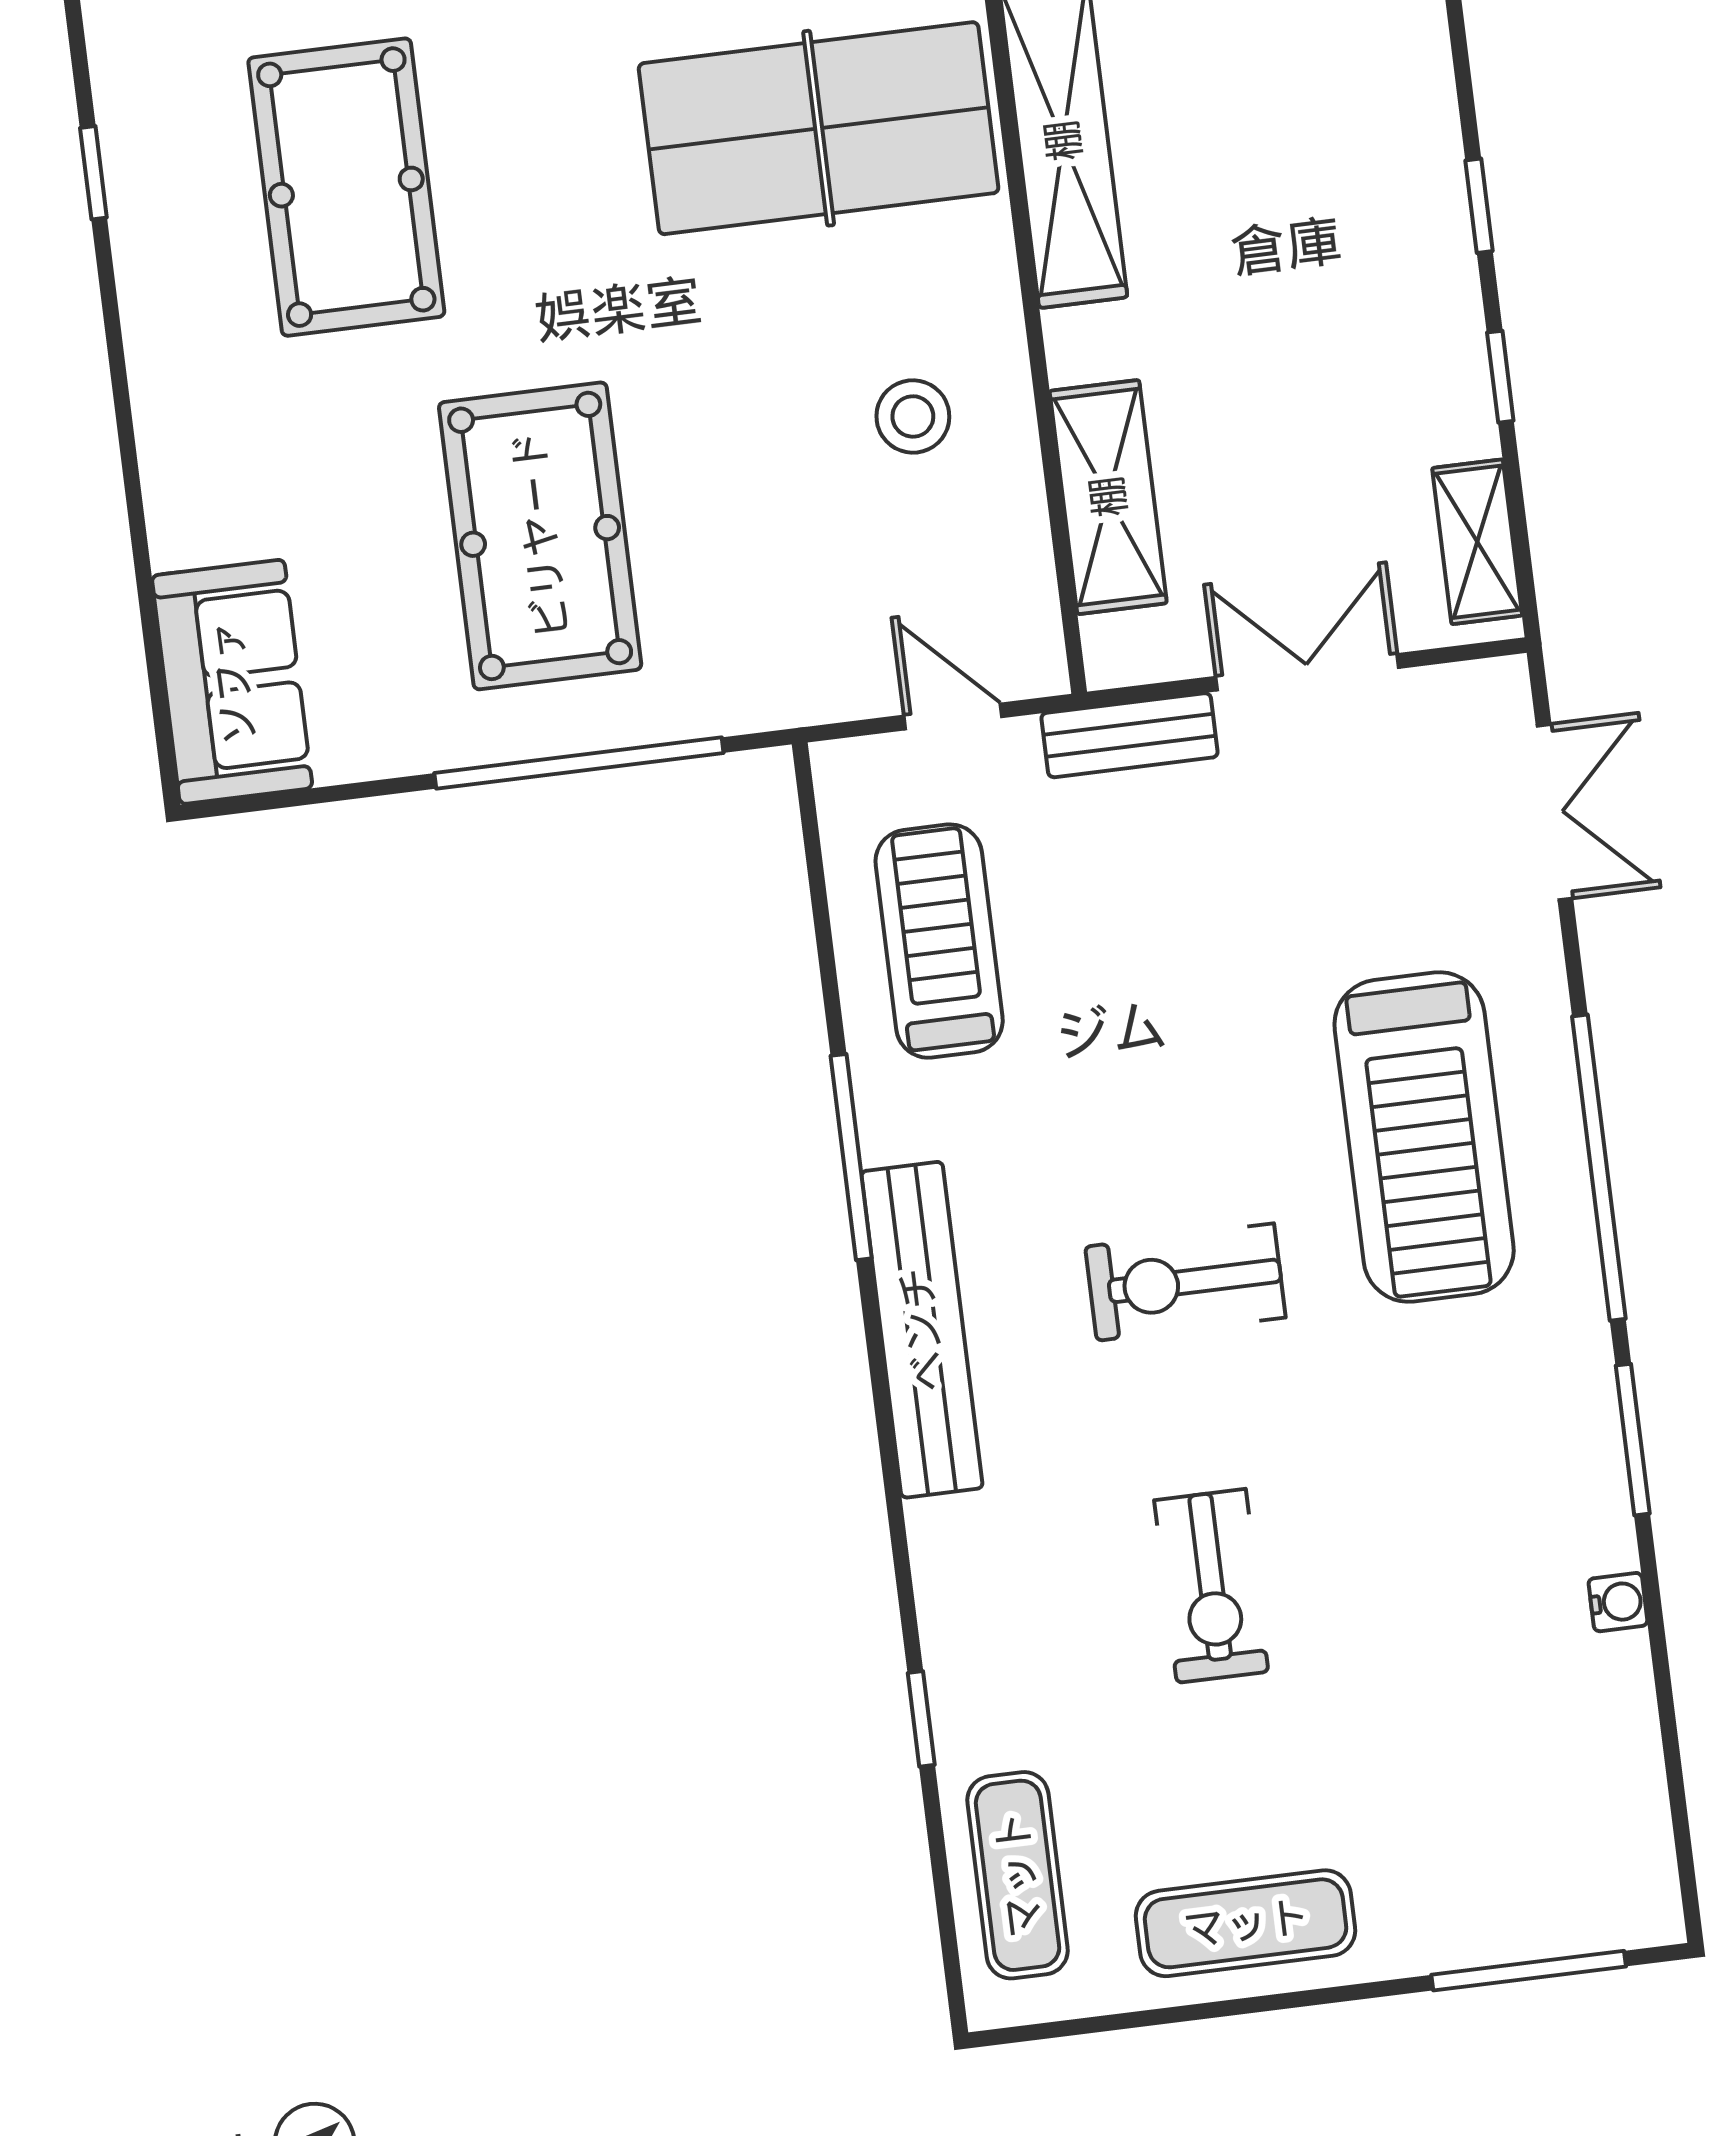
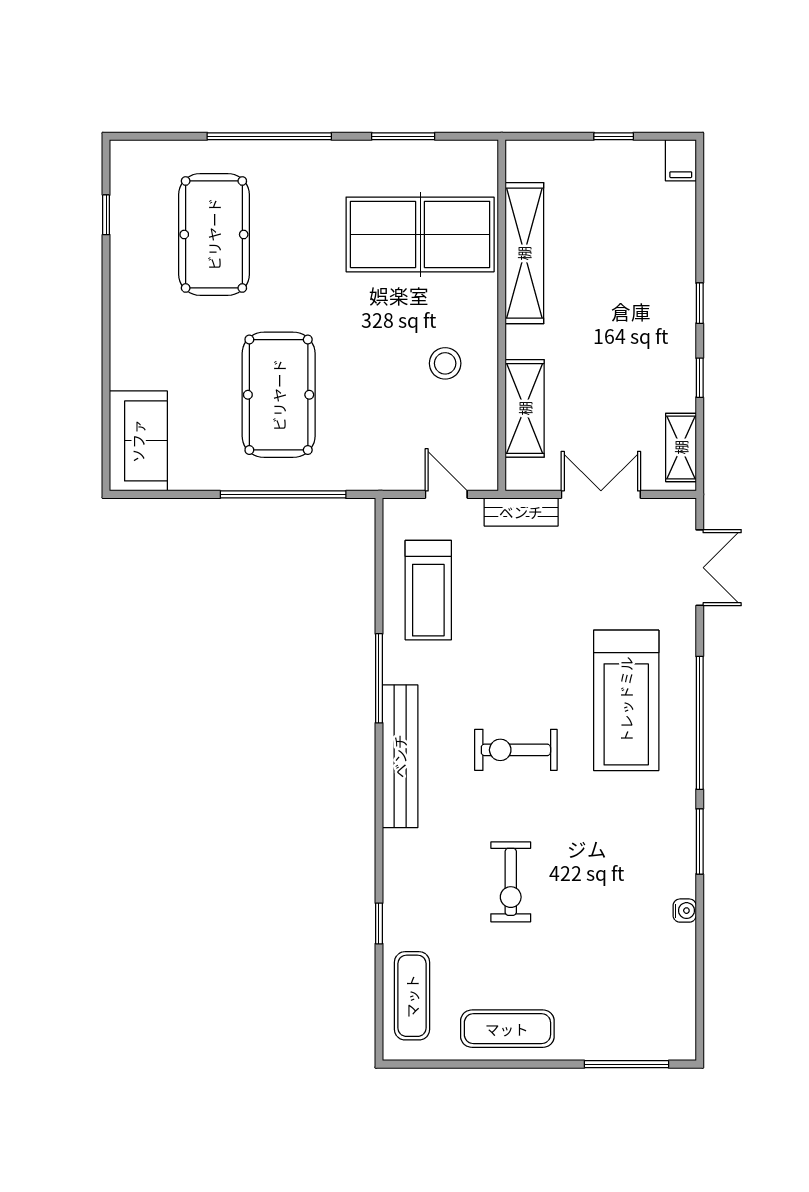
treadmill: (939, 941) -> (428, 590), turned 180

